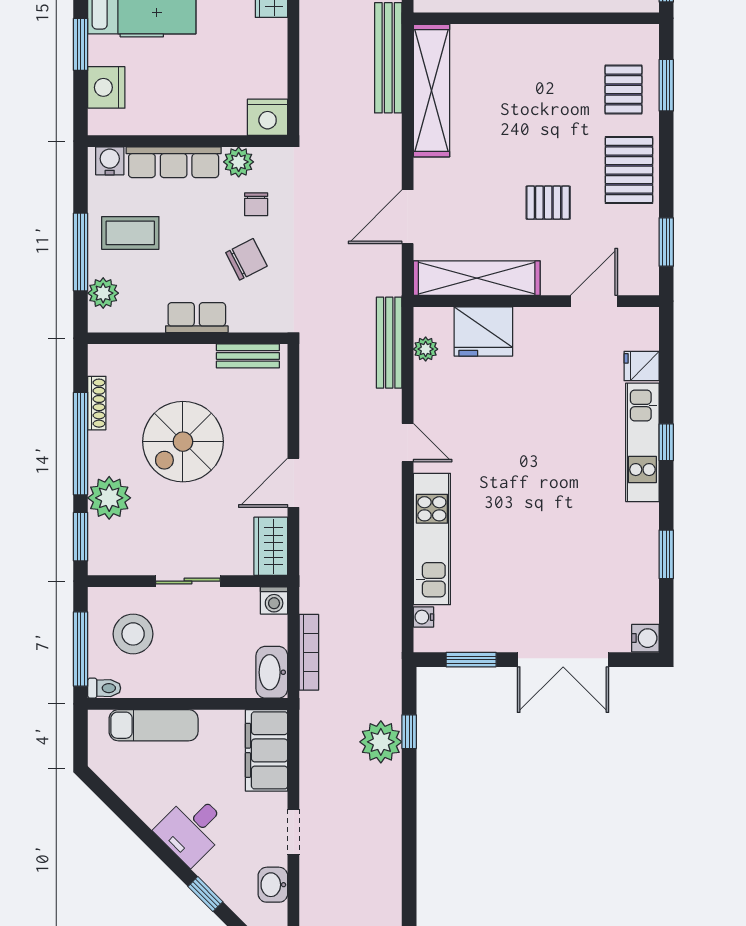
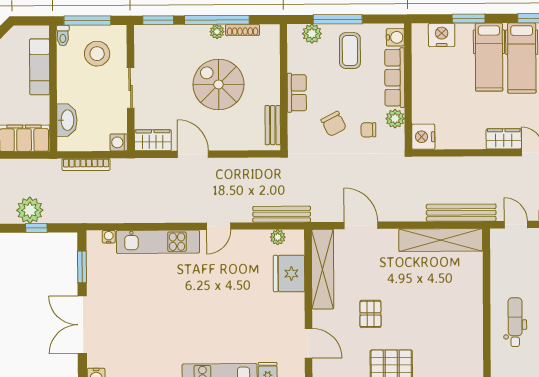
pallet: (624, 90) -> (442, 361), removed
plant: (109, 498) -> (217, 32), moved, width x0.53, depth x0.53
washbasin: (272, 672) -> (67, 120), moved, turned 90

